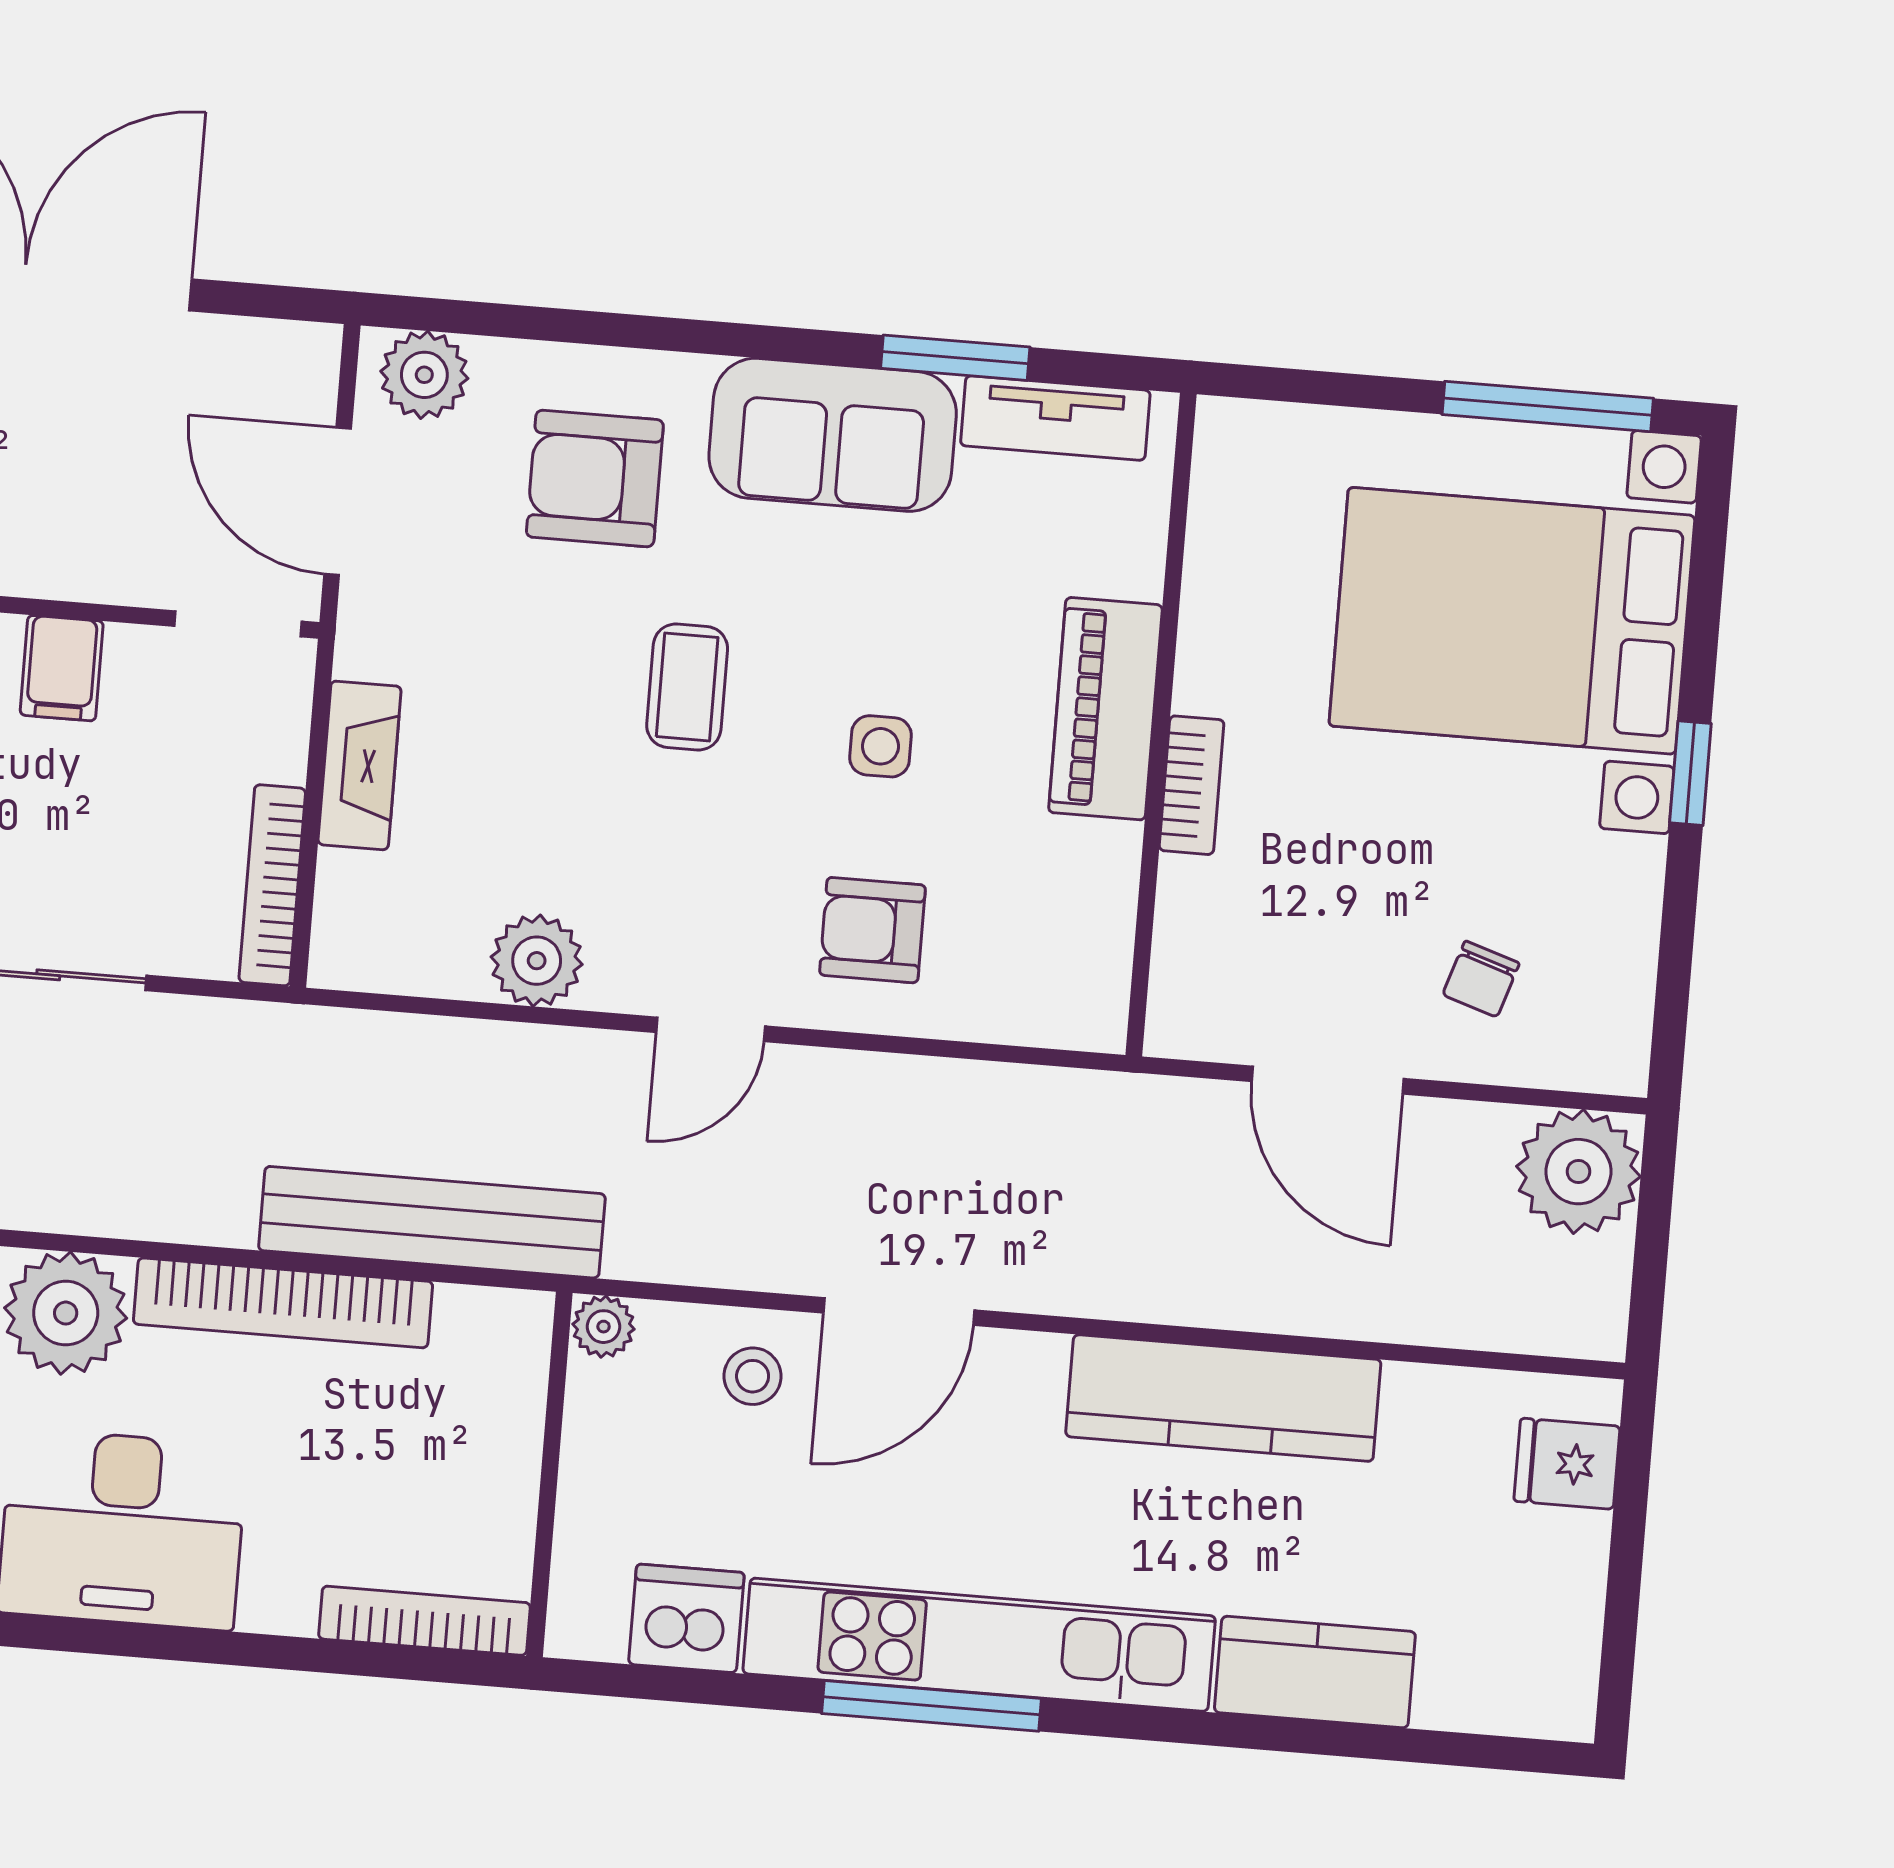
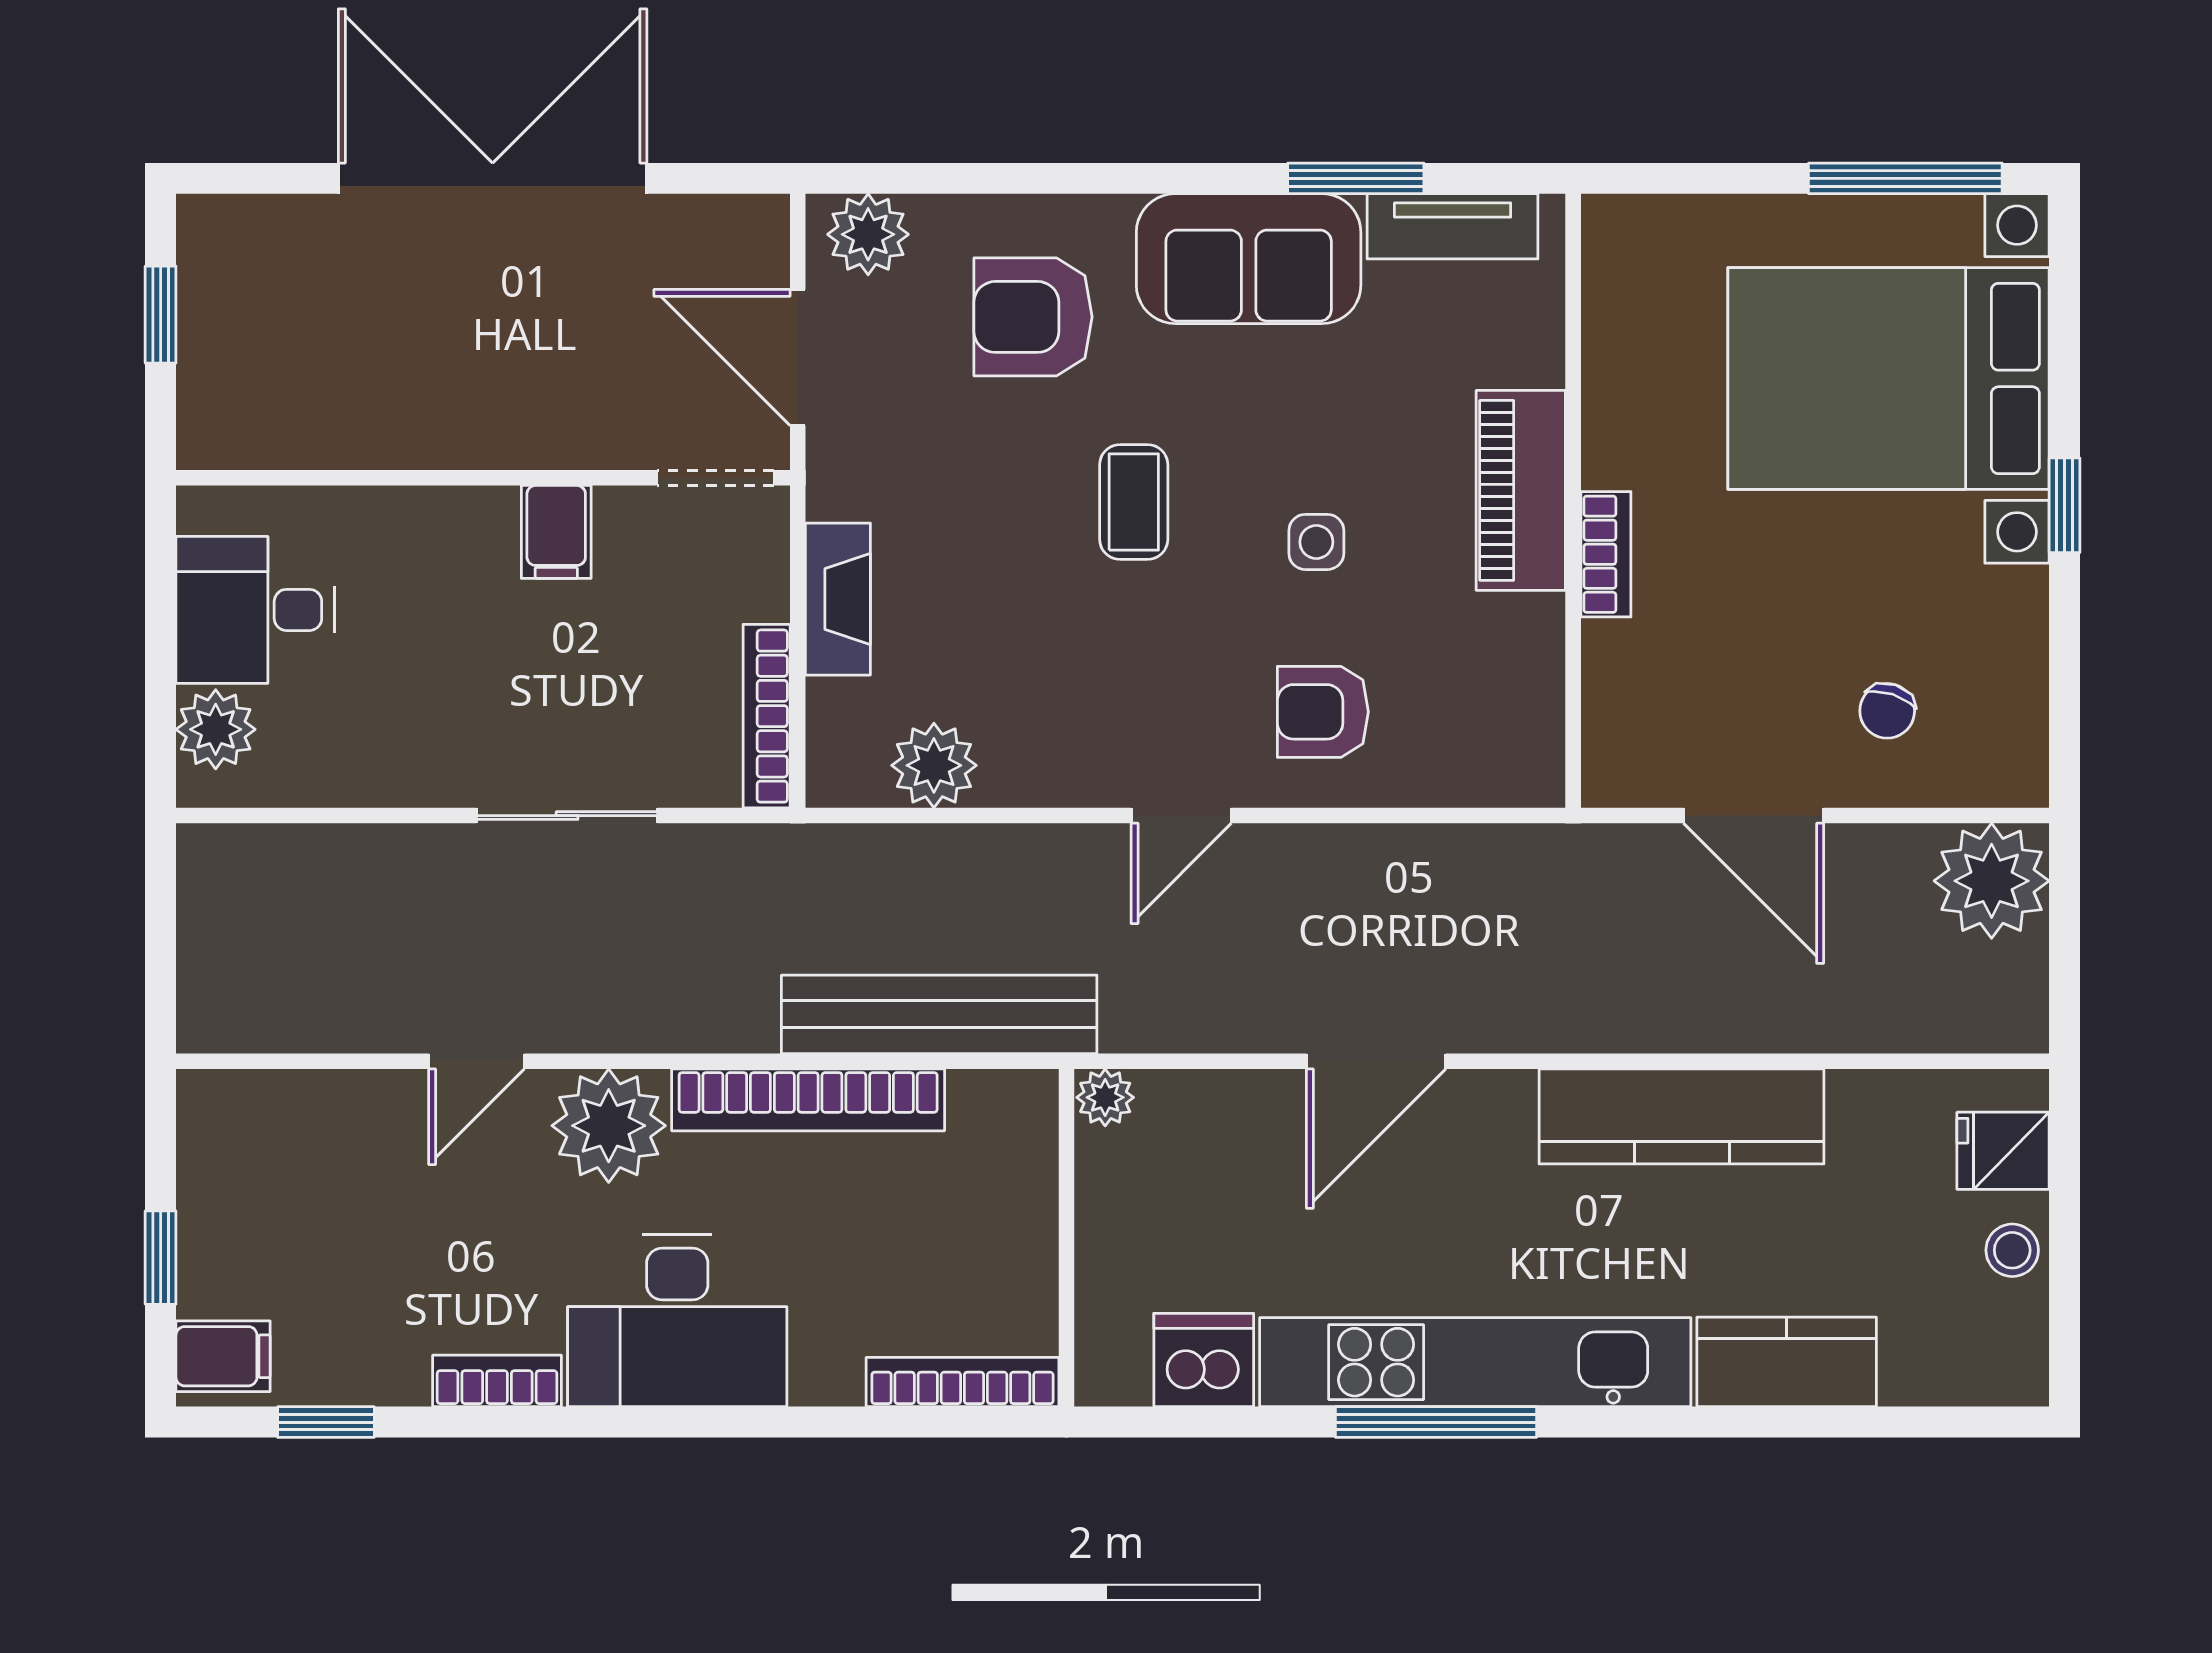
plant: (537, 961) -> (934, 765), moved
stool: (753, 1376) -> (2012, 1250), moved

